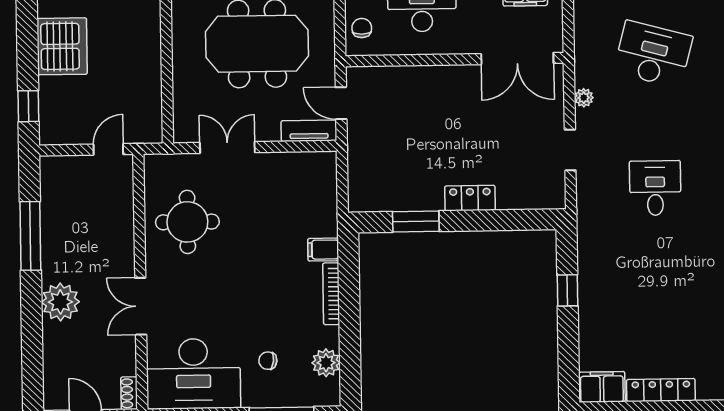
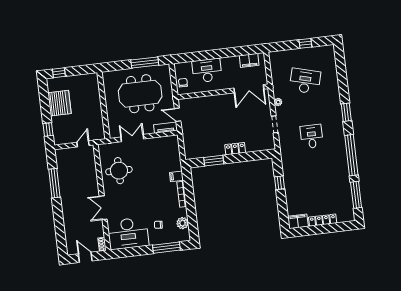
plant: (60, 302) -> (70, 209), removed

